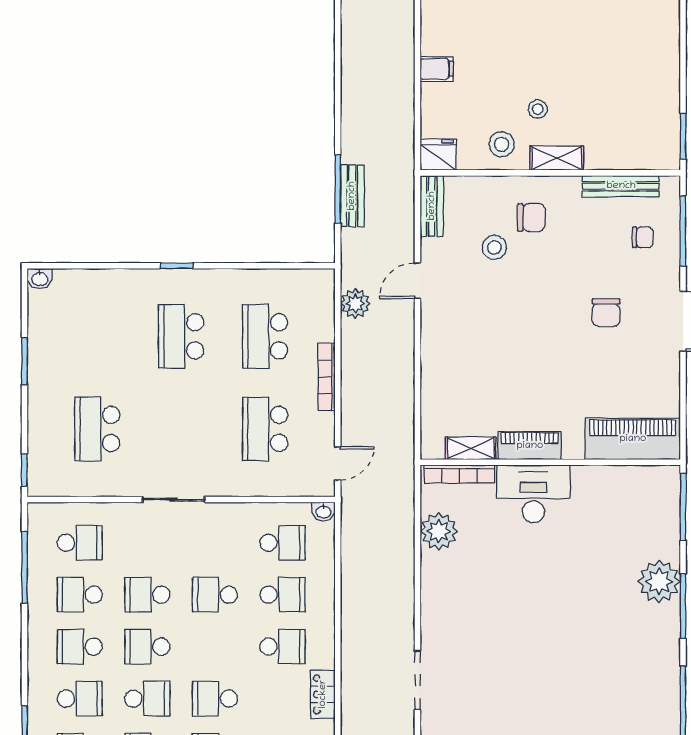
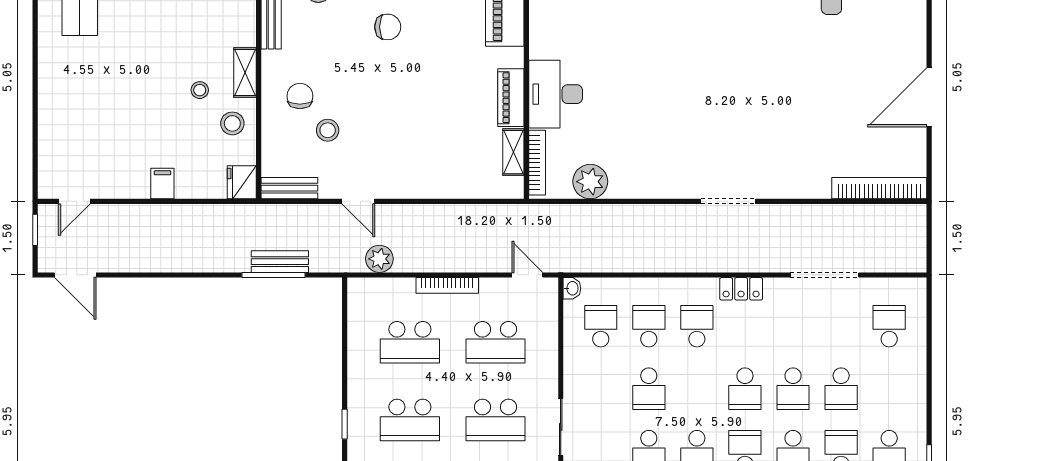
school desk: (181, 429) -> (495, 420), added

